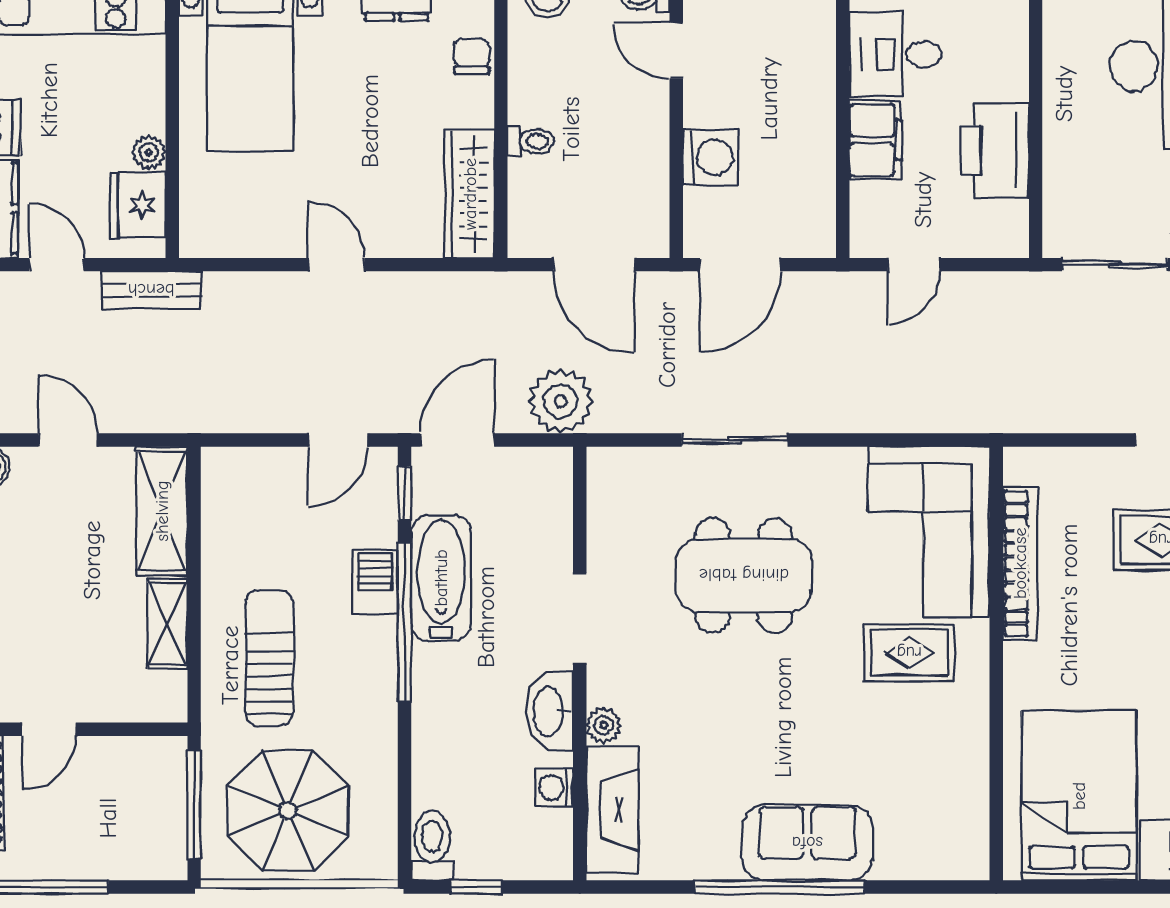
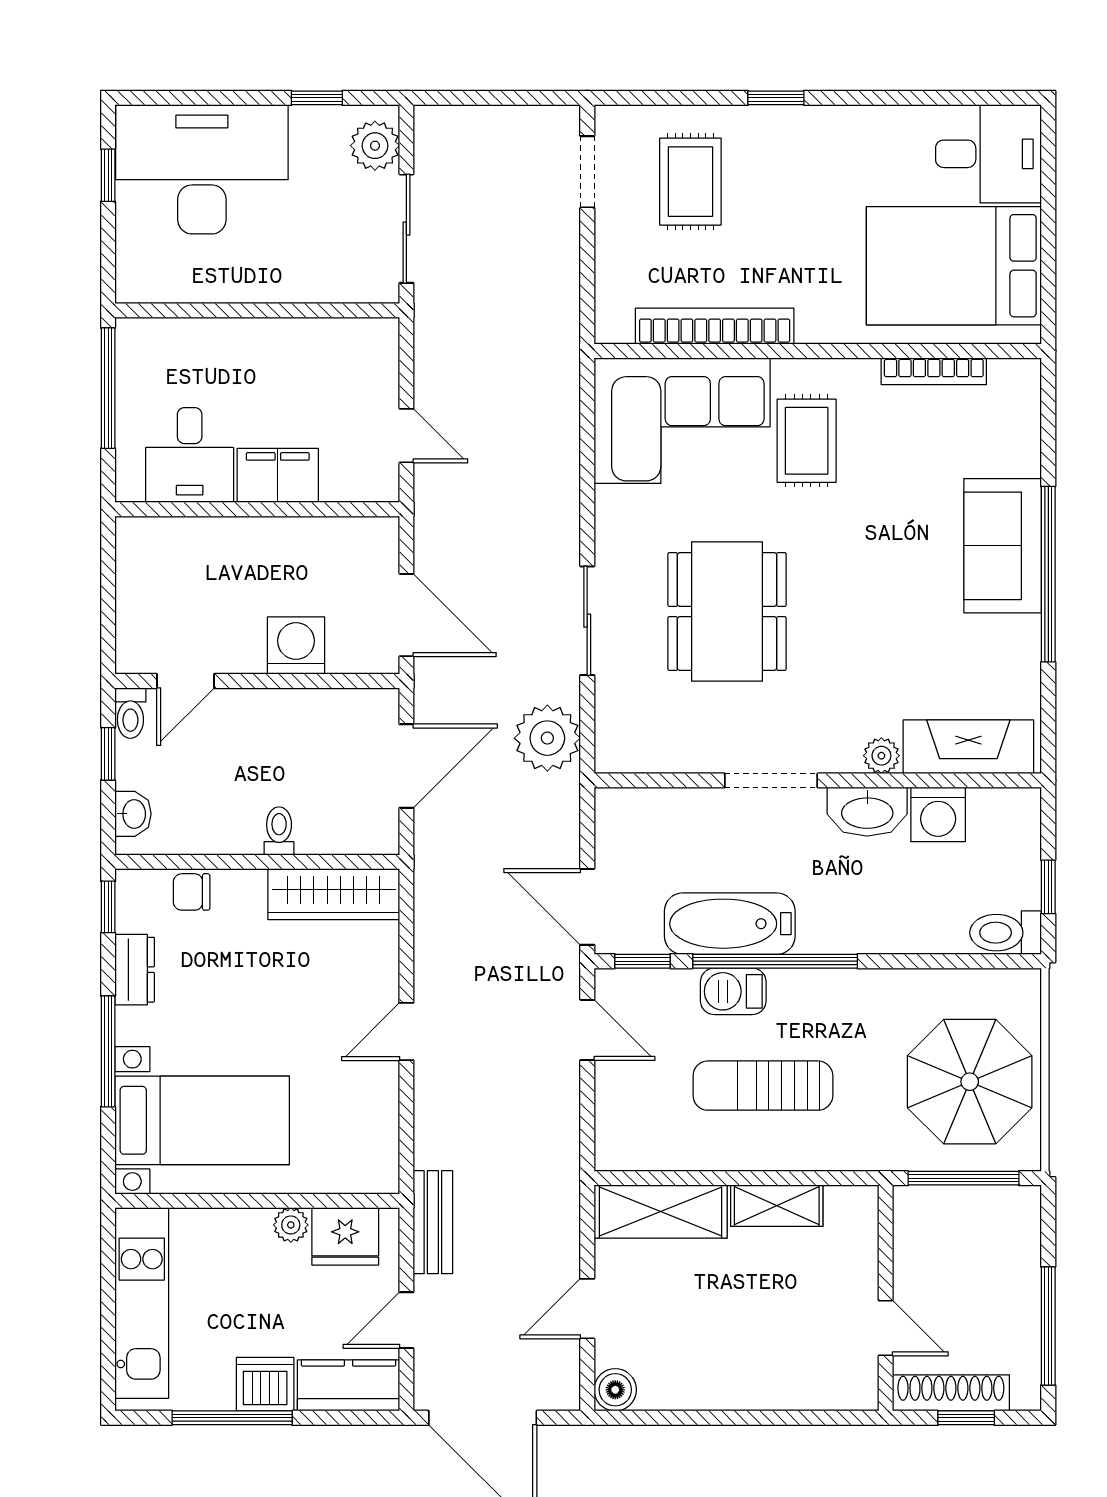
printer: (995, 151) -> (289, 352), removed
plant: (561, 401) -> (547, 738), moved
sun lounger: (269, 658) -> (763, 1086), moved
bookcase: (977, 776) -> (934, 371), added
washing machine: (554, 787) -> (938, 814), width x1.38, depth x1.38

